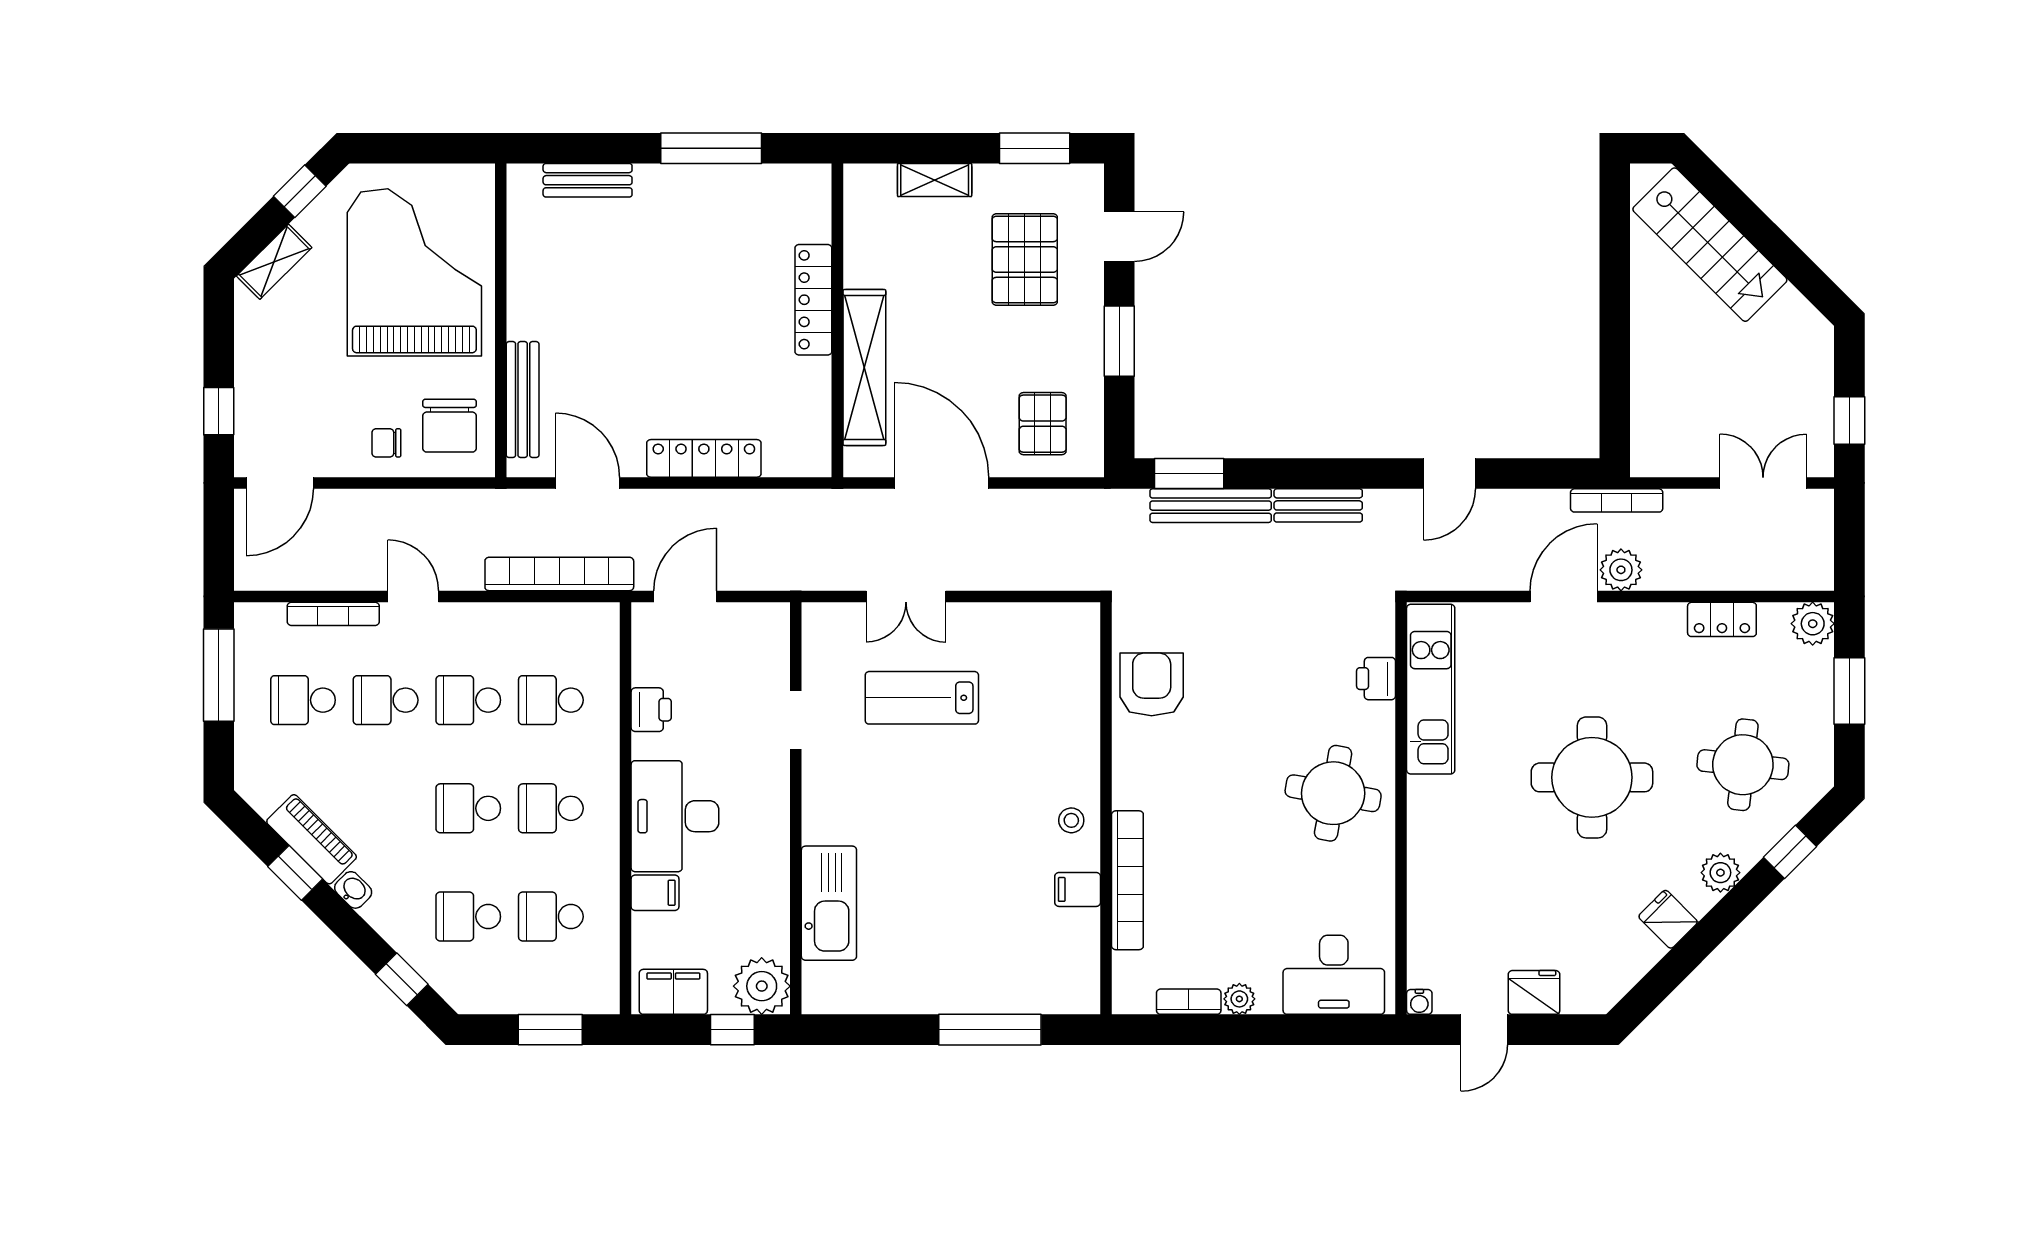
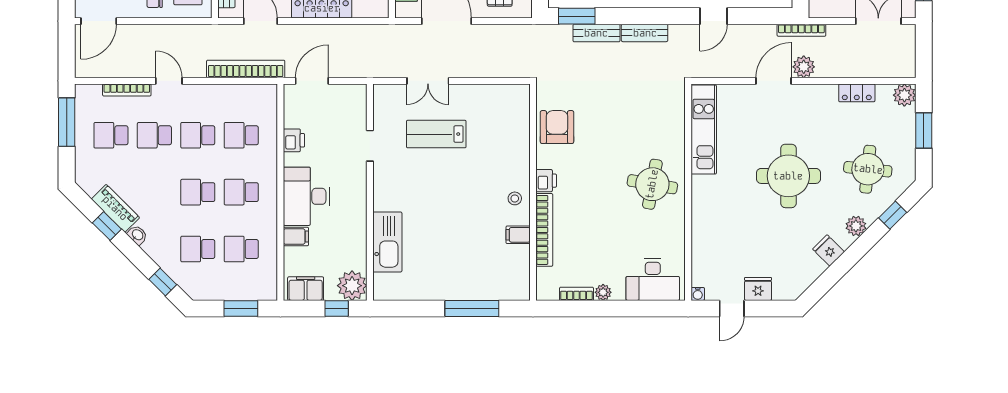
bench: (1211, 506) -> (596, 33), width x0.73
printer: (1376, 679) -> (546, 181), moved, turned 180

